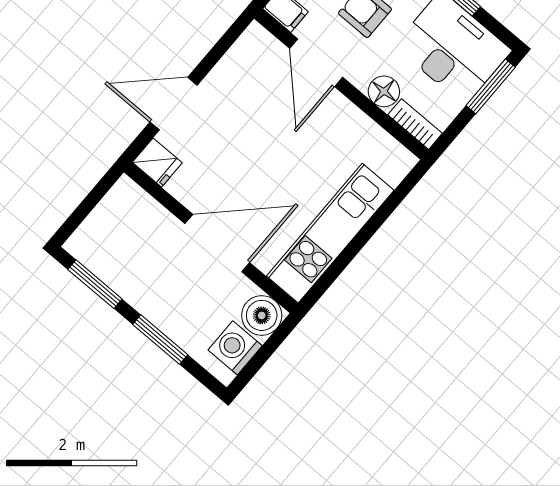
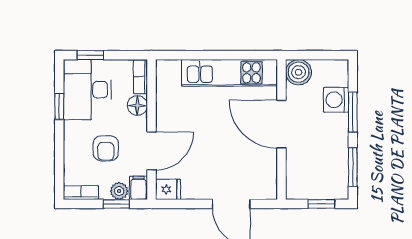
window: (491, 86) -> (90, 55), width x0.67
fridge: (157, 163) -> (168, 189), moved, turned 90
window: (83, 210) -> (321, 204), added
washing machine: (235, 348) -> (336, 100), moved, turned 90

